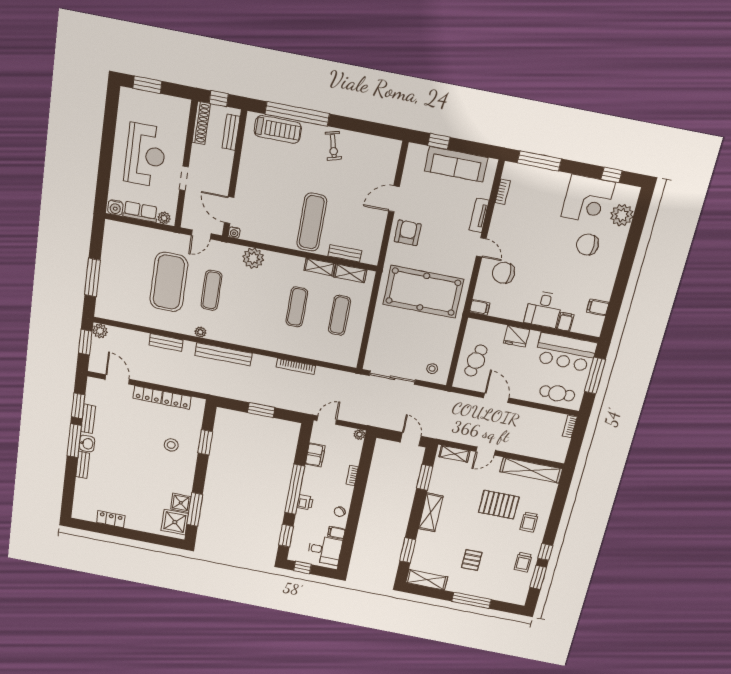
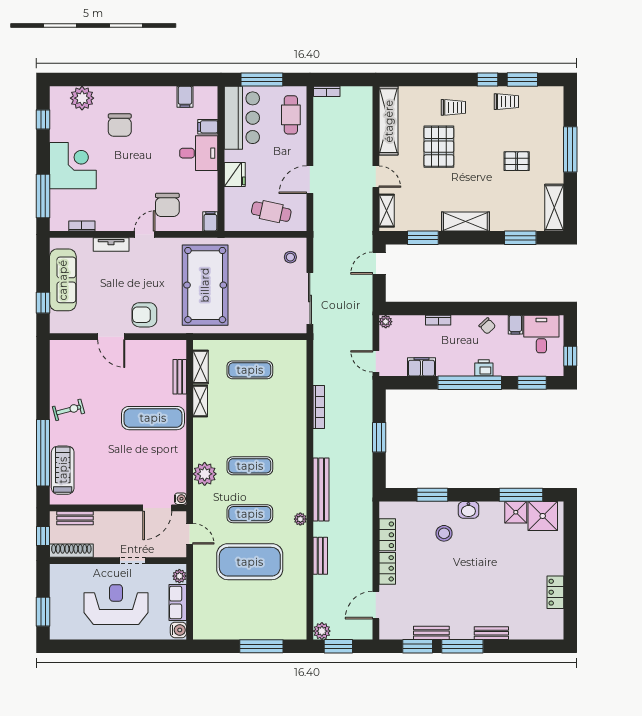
corner desk: (588, 200) -> (73, 166), moved
exercise mat: (297, 307) -> (250, 466), moved
washbasin: (87, 444) -> (468, 510), moved, turned 180

